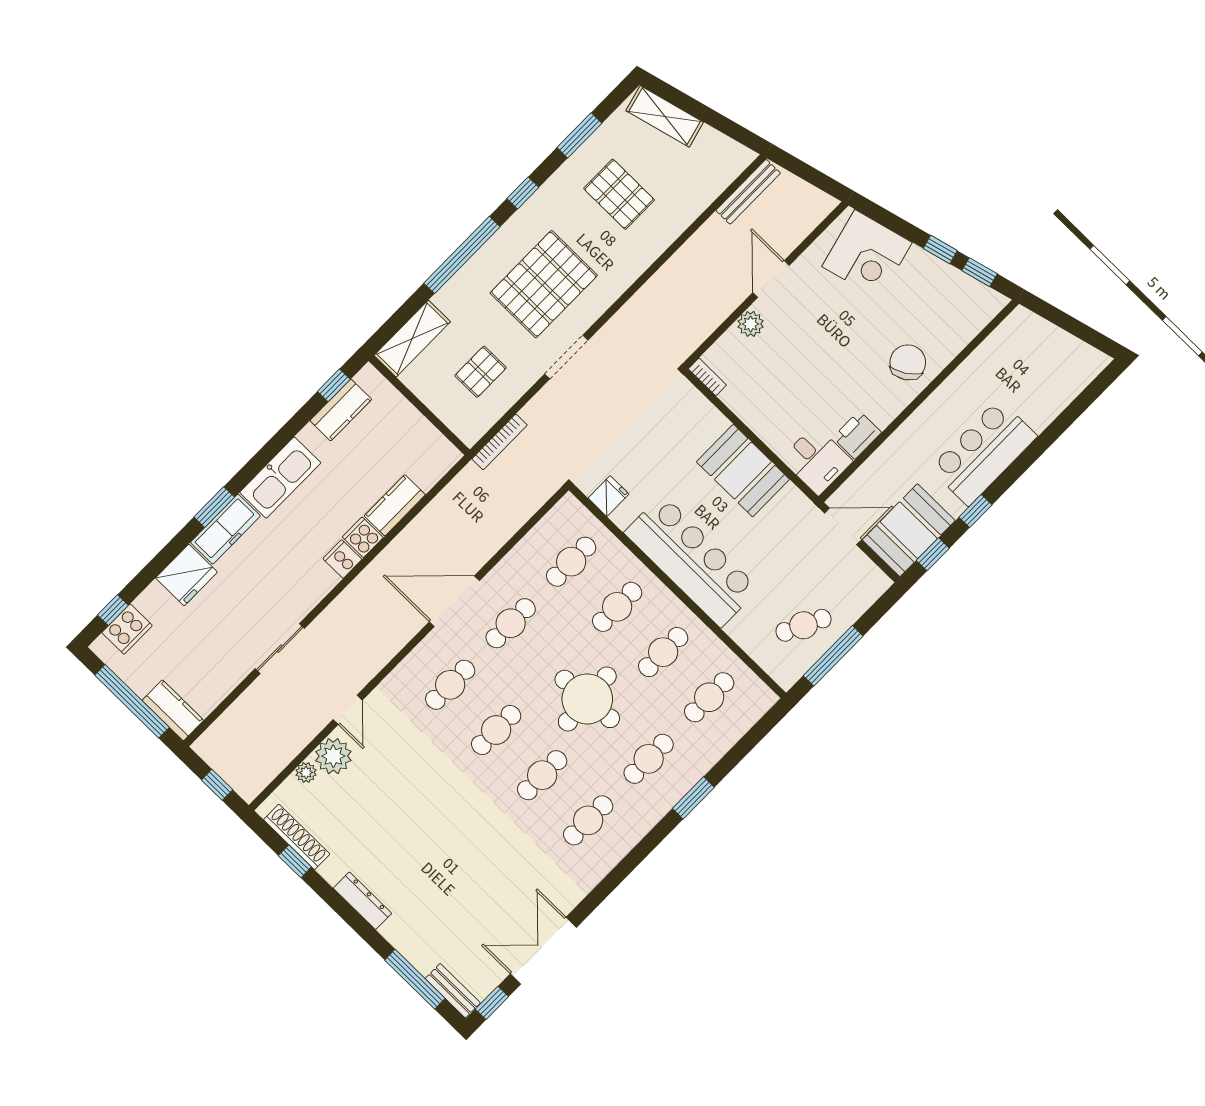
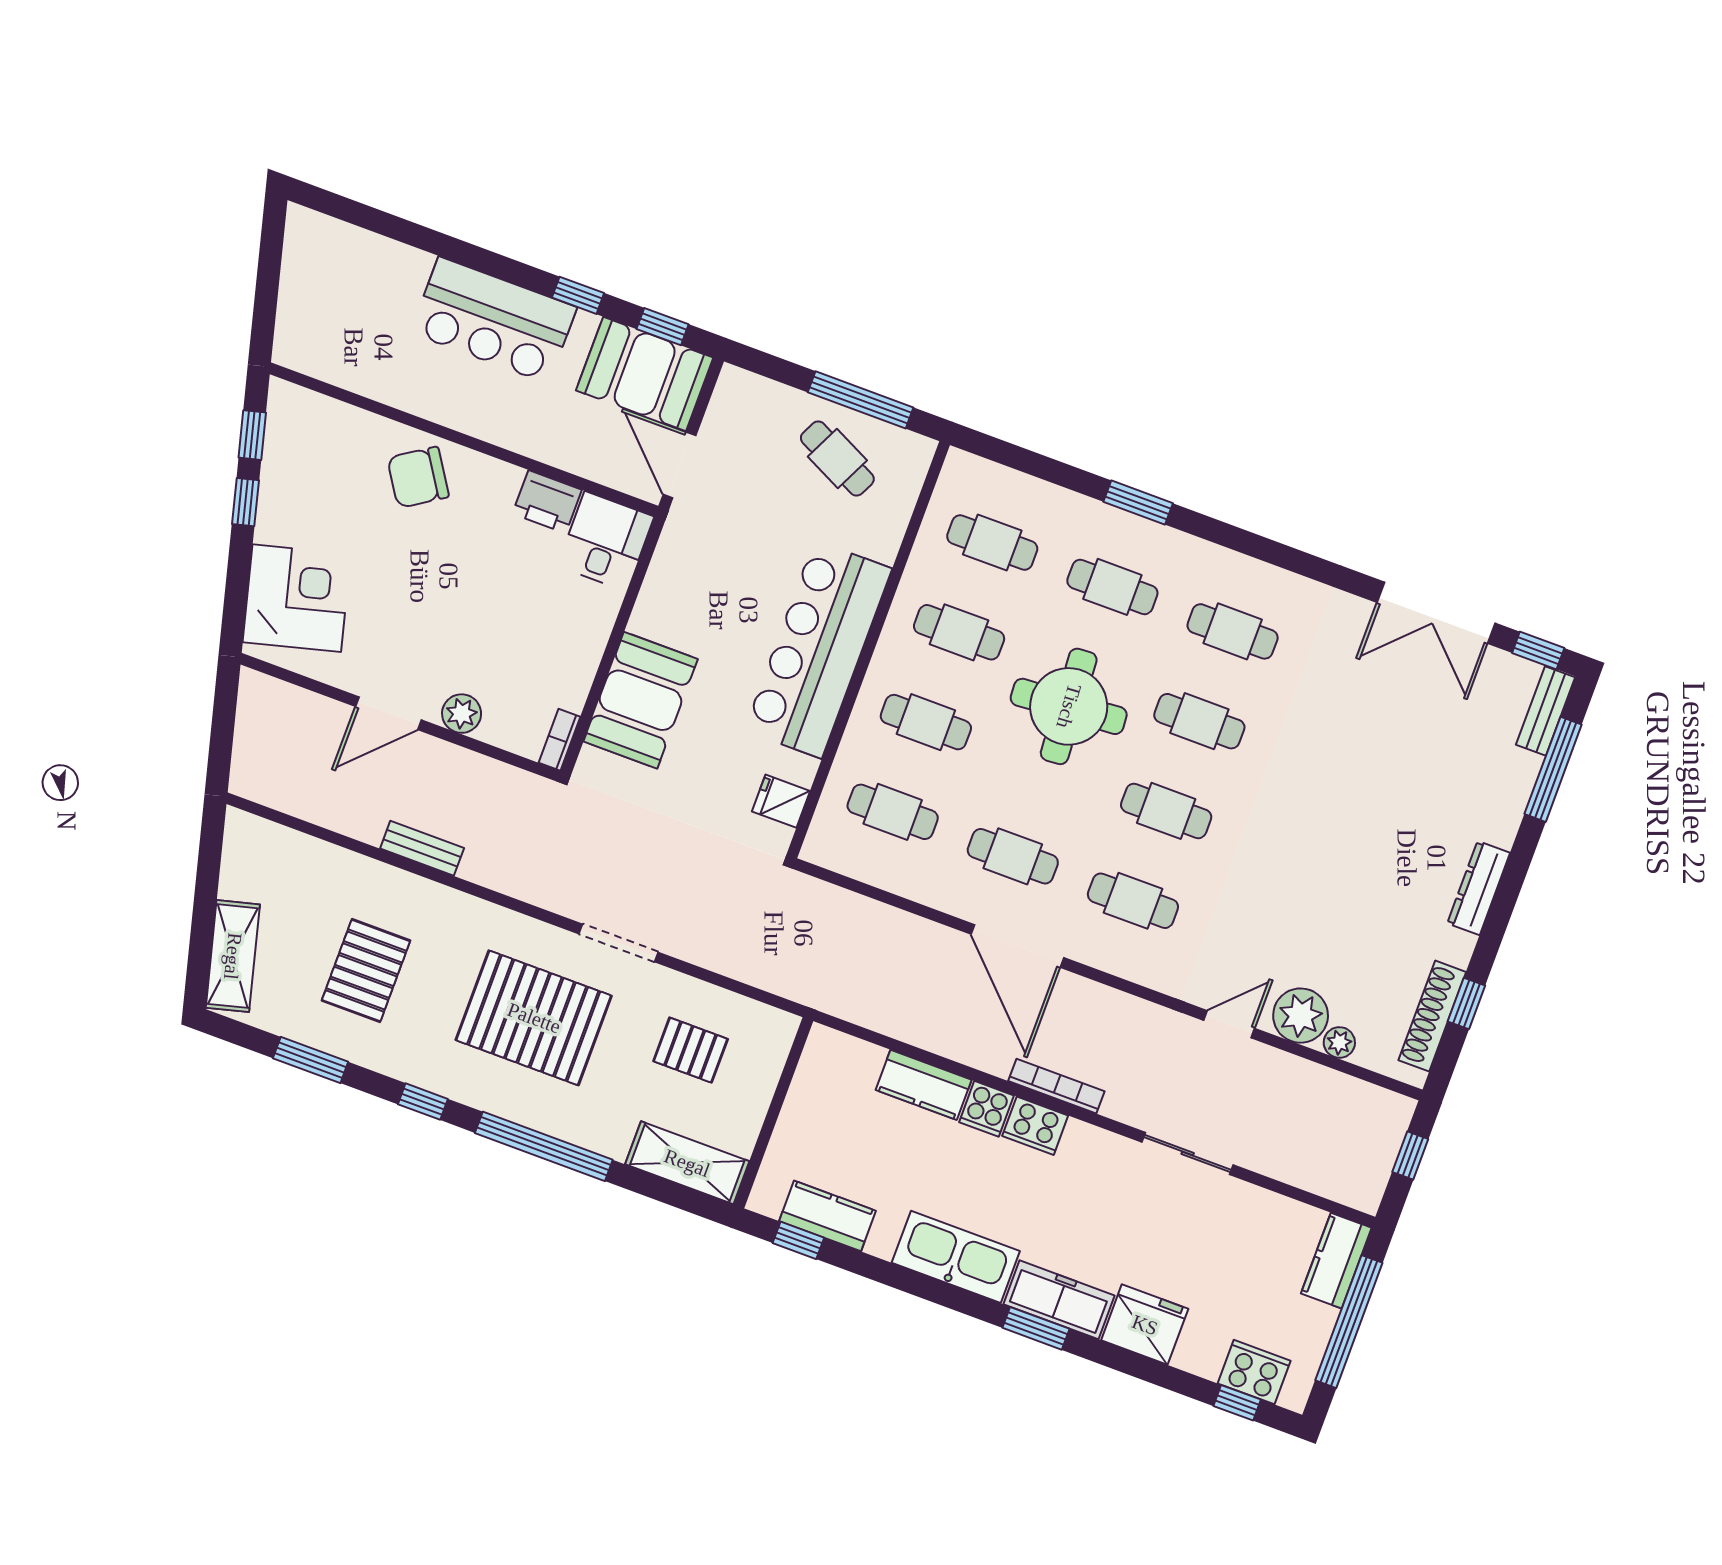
bench: (748, 192) -> (422, 848), moved, width x0.73
bookcase: (500, 442) -> (1056, 1086), moved
booth: (743, 471) -> (641, 700), moved
cooker: (342, 559) -> (1035, 1126), width x1.36

